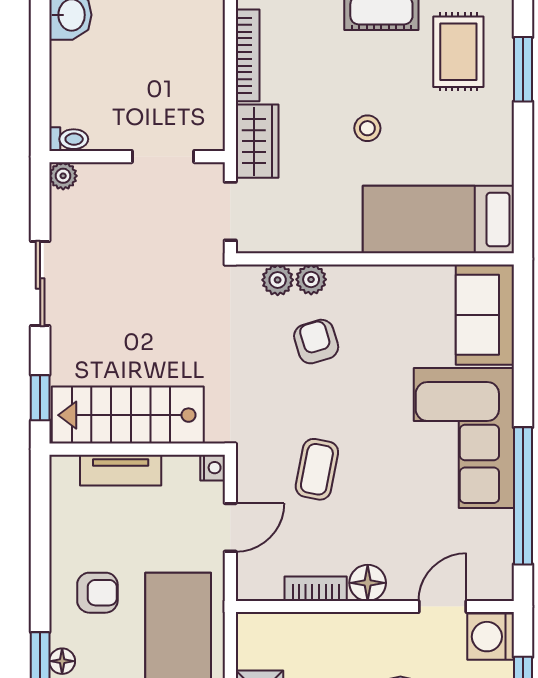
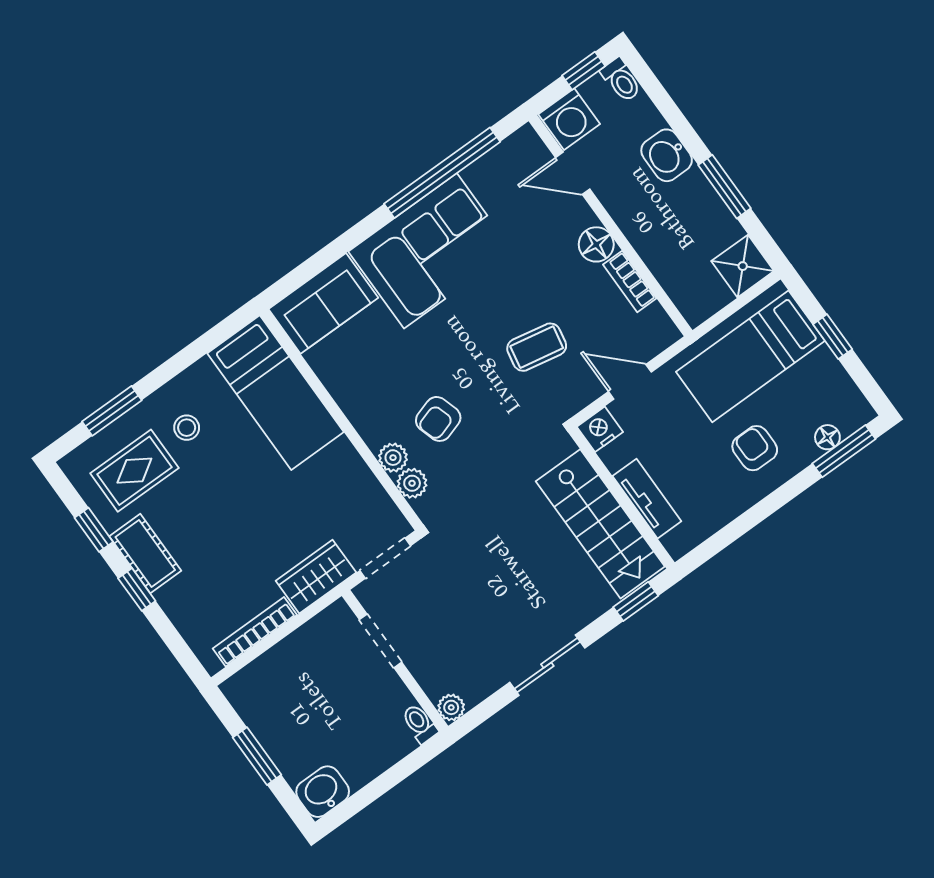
stool: (367, 128) -> (187, 428), moved
nightstand: (213, 468) -> (600, 429), width x1.39, depth x1.35

